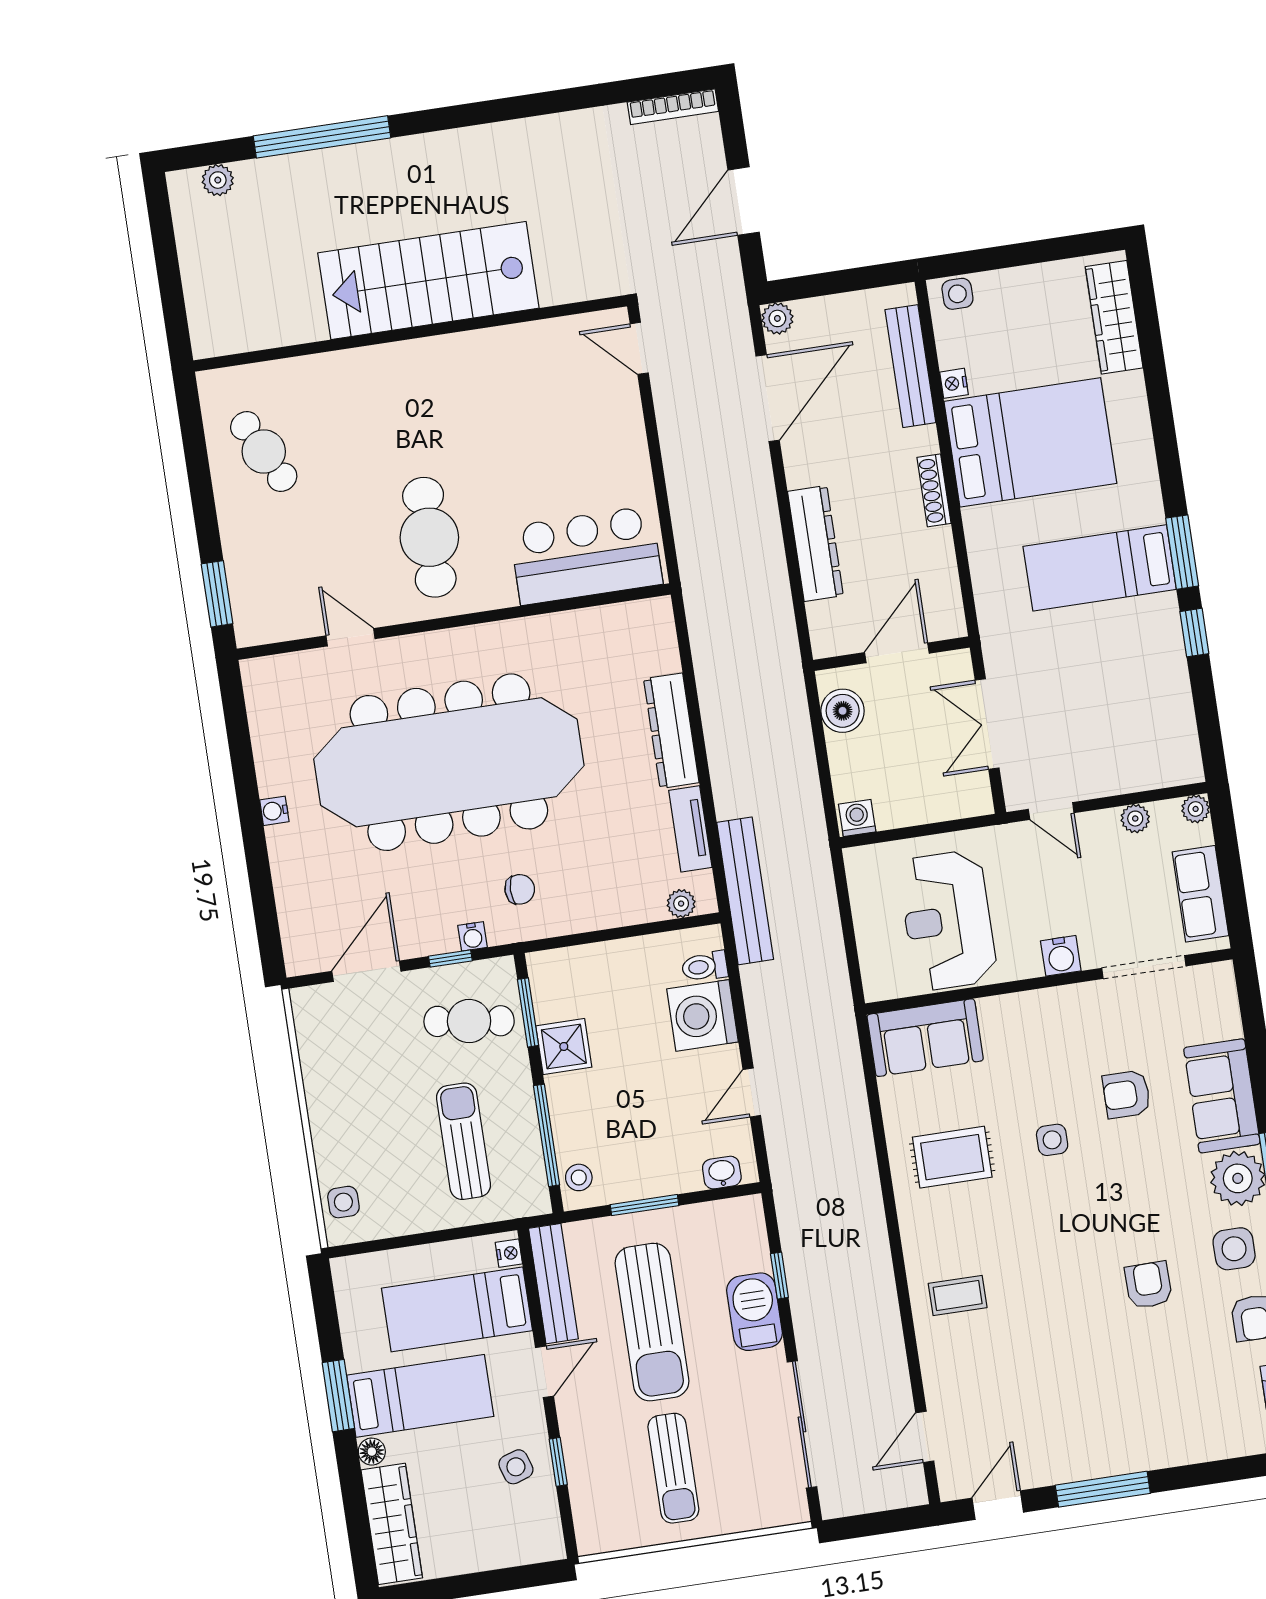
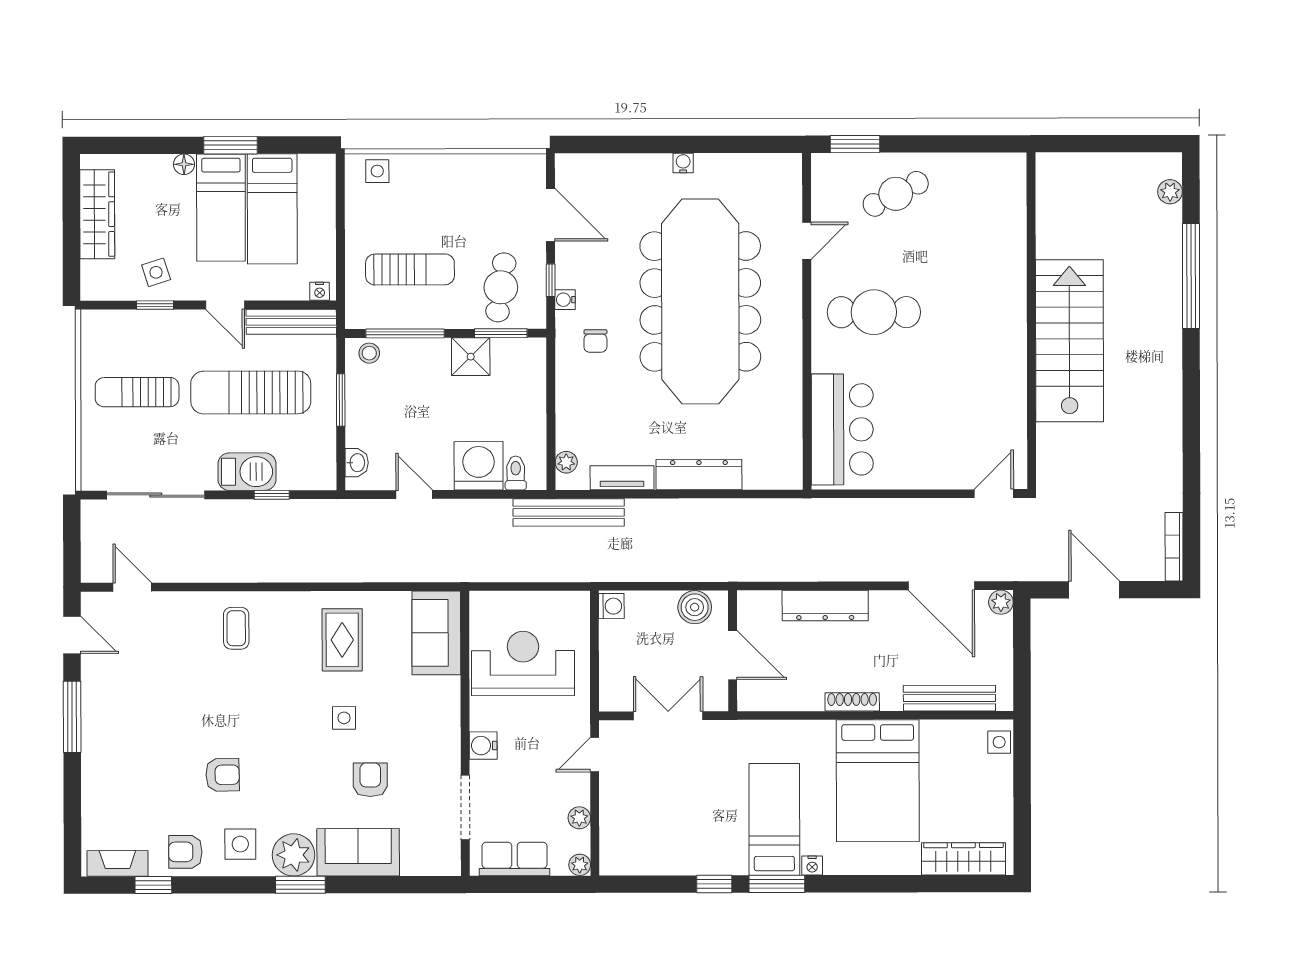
nightstand: (954, 383) -> (812, 866), moved, turned 180
cafe table: (264, 452) -> (896, 194), moved
bed: (457, 1309) -> (272, 209), moved, turned 180
wardrobe: (392, 1524) -> (97, 214), moved, turned -90

